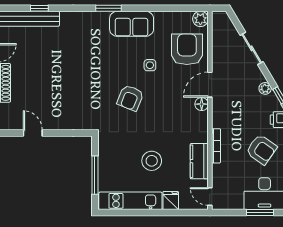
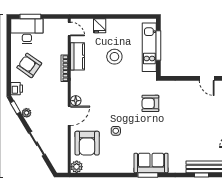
sofa: (132, 24) -> (151, 163), moved
armchair: (130, 98) -> (150, 103), moved, turned -112
kitchen unit: (130, 201) -> (149, 47), moved, turned 90

